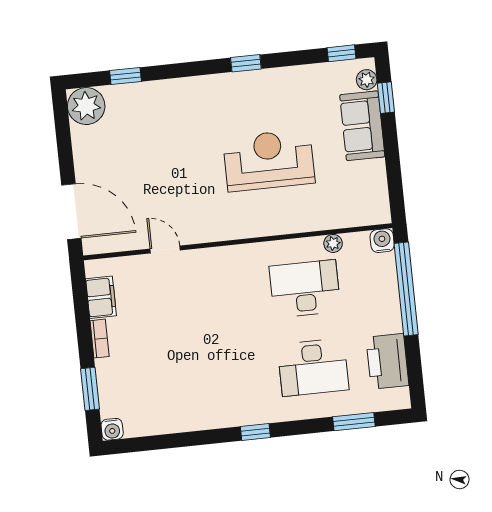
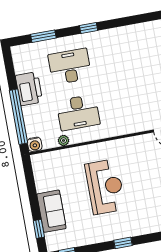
plant: (367, 80) -> (51, 239), removed
reception desk: (269, 160) -> (105, 187), turned -90
printer: (387, 361) -> (29, 89), moved
window: (255, 432) -> (89, 28), moved

